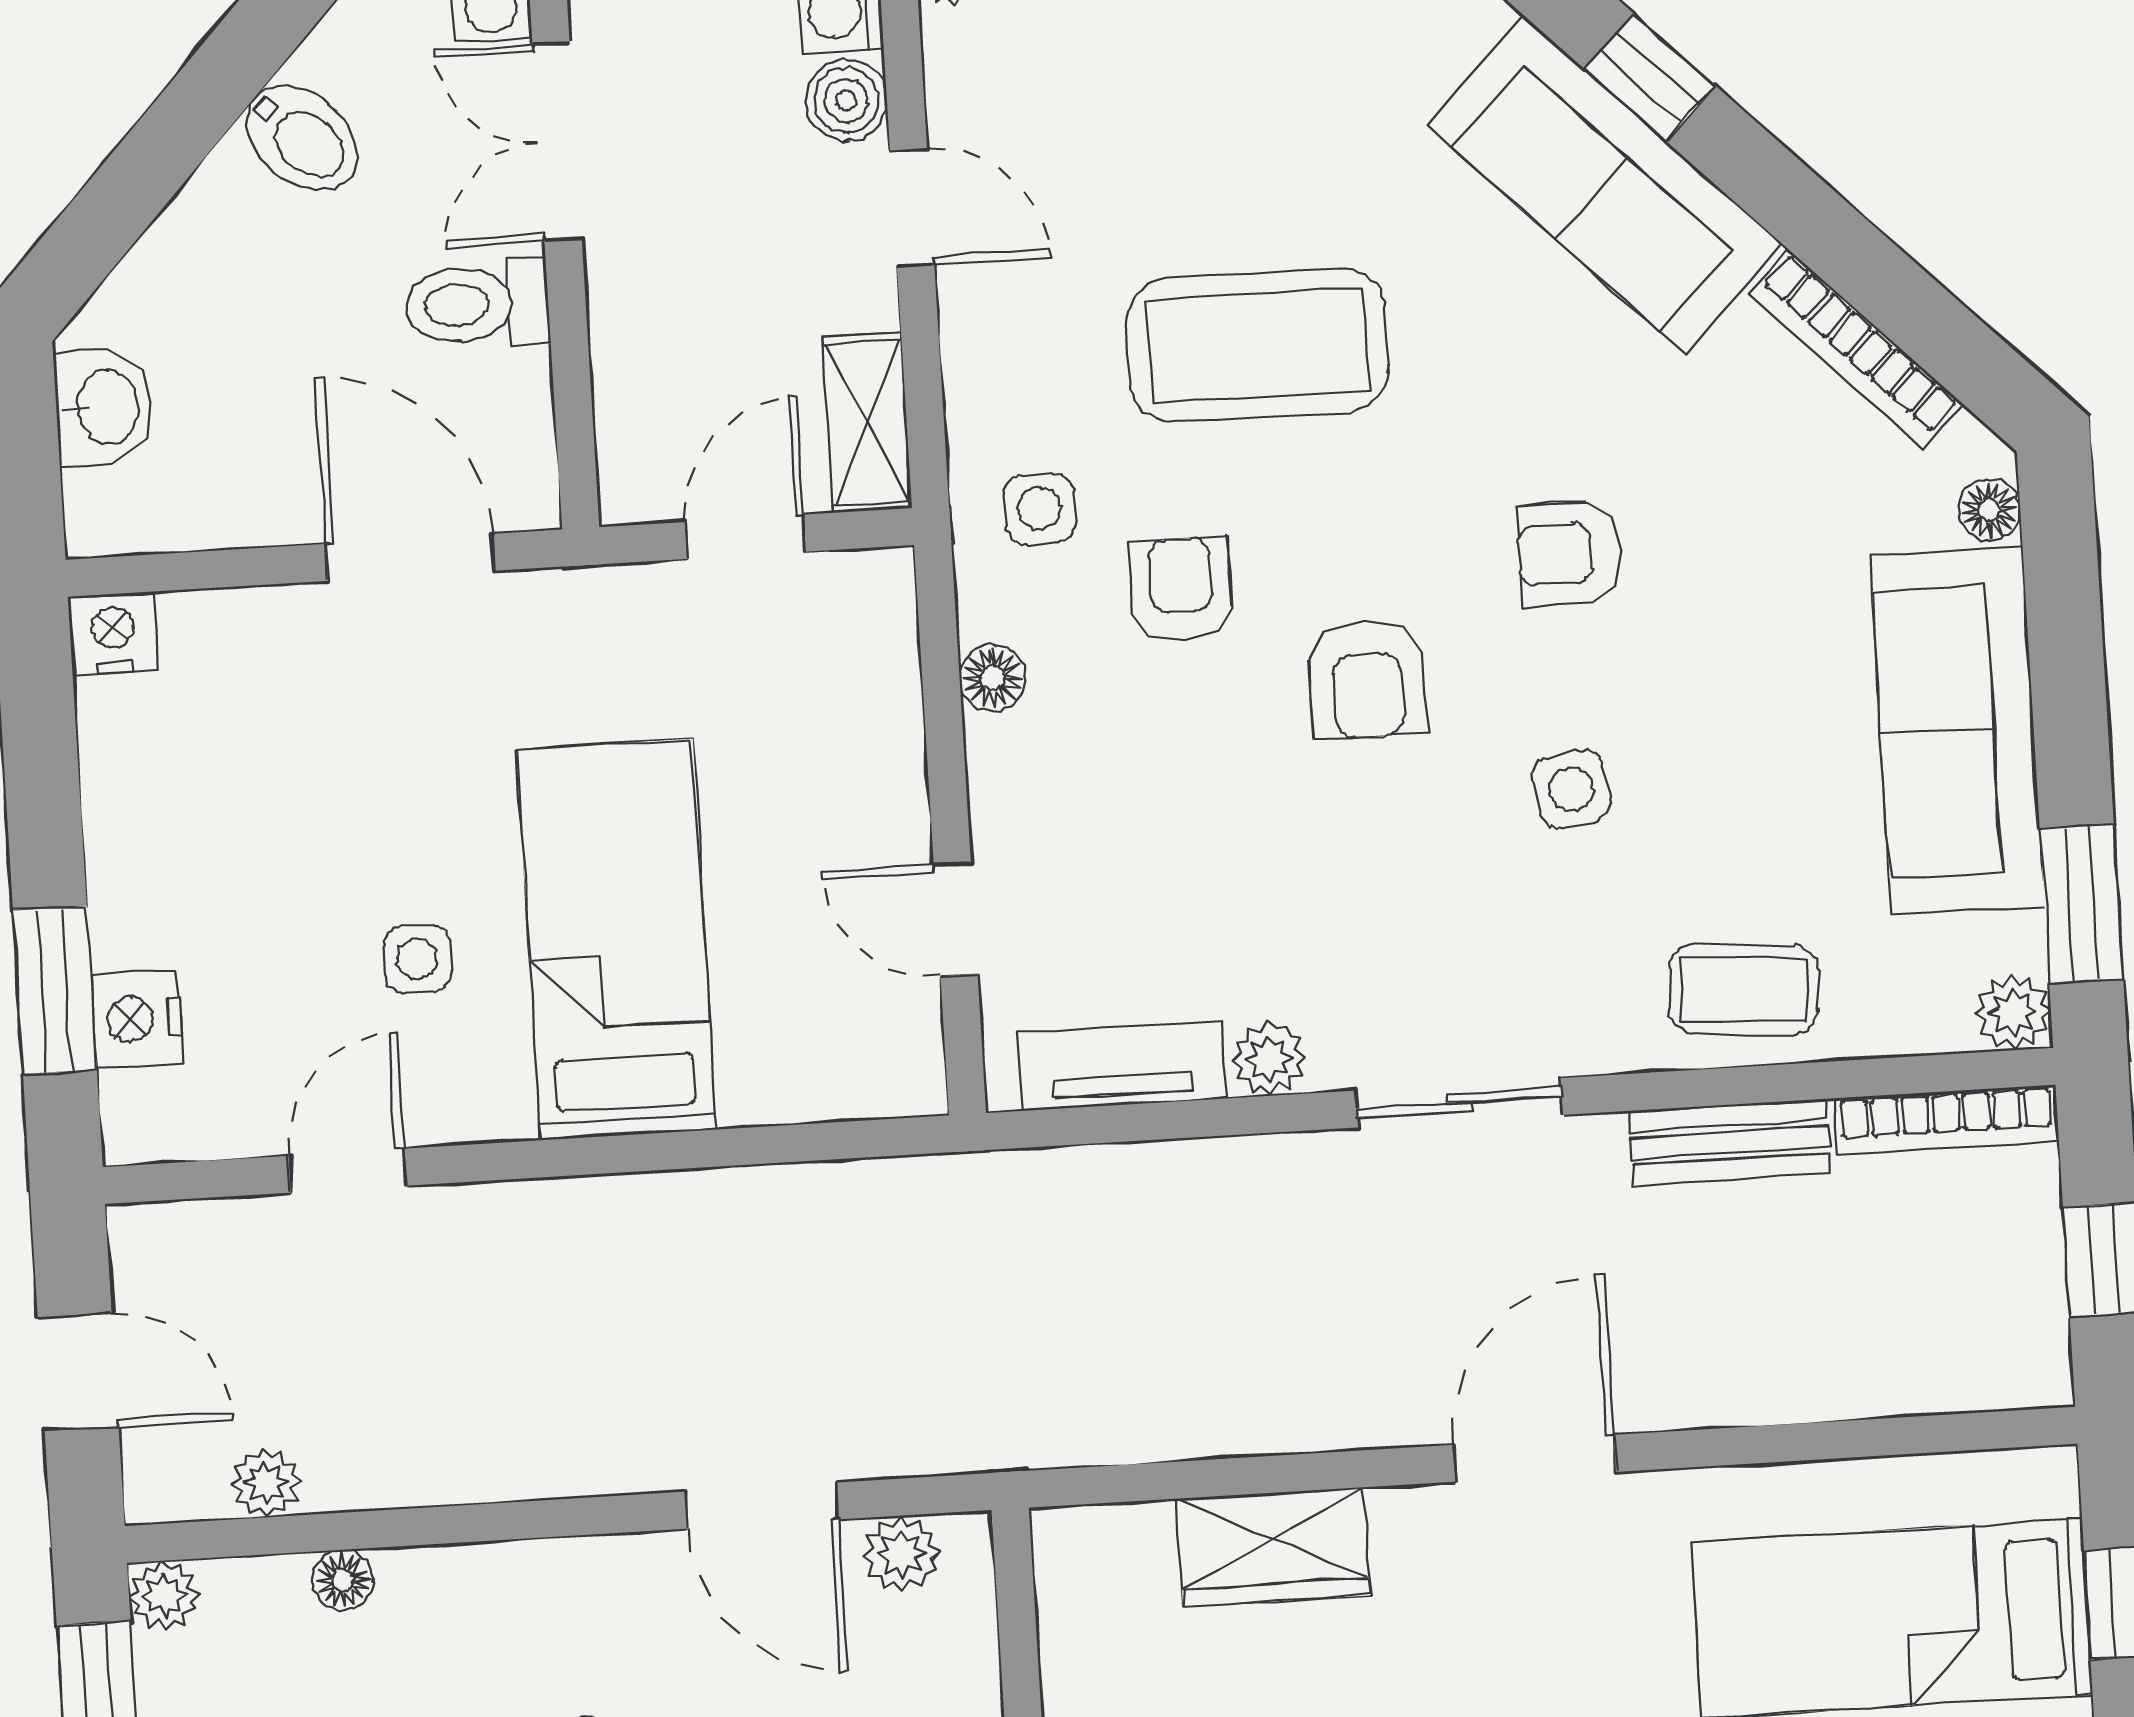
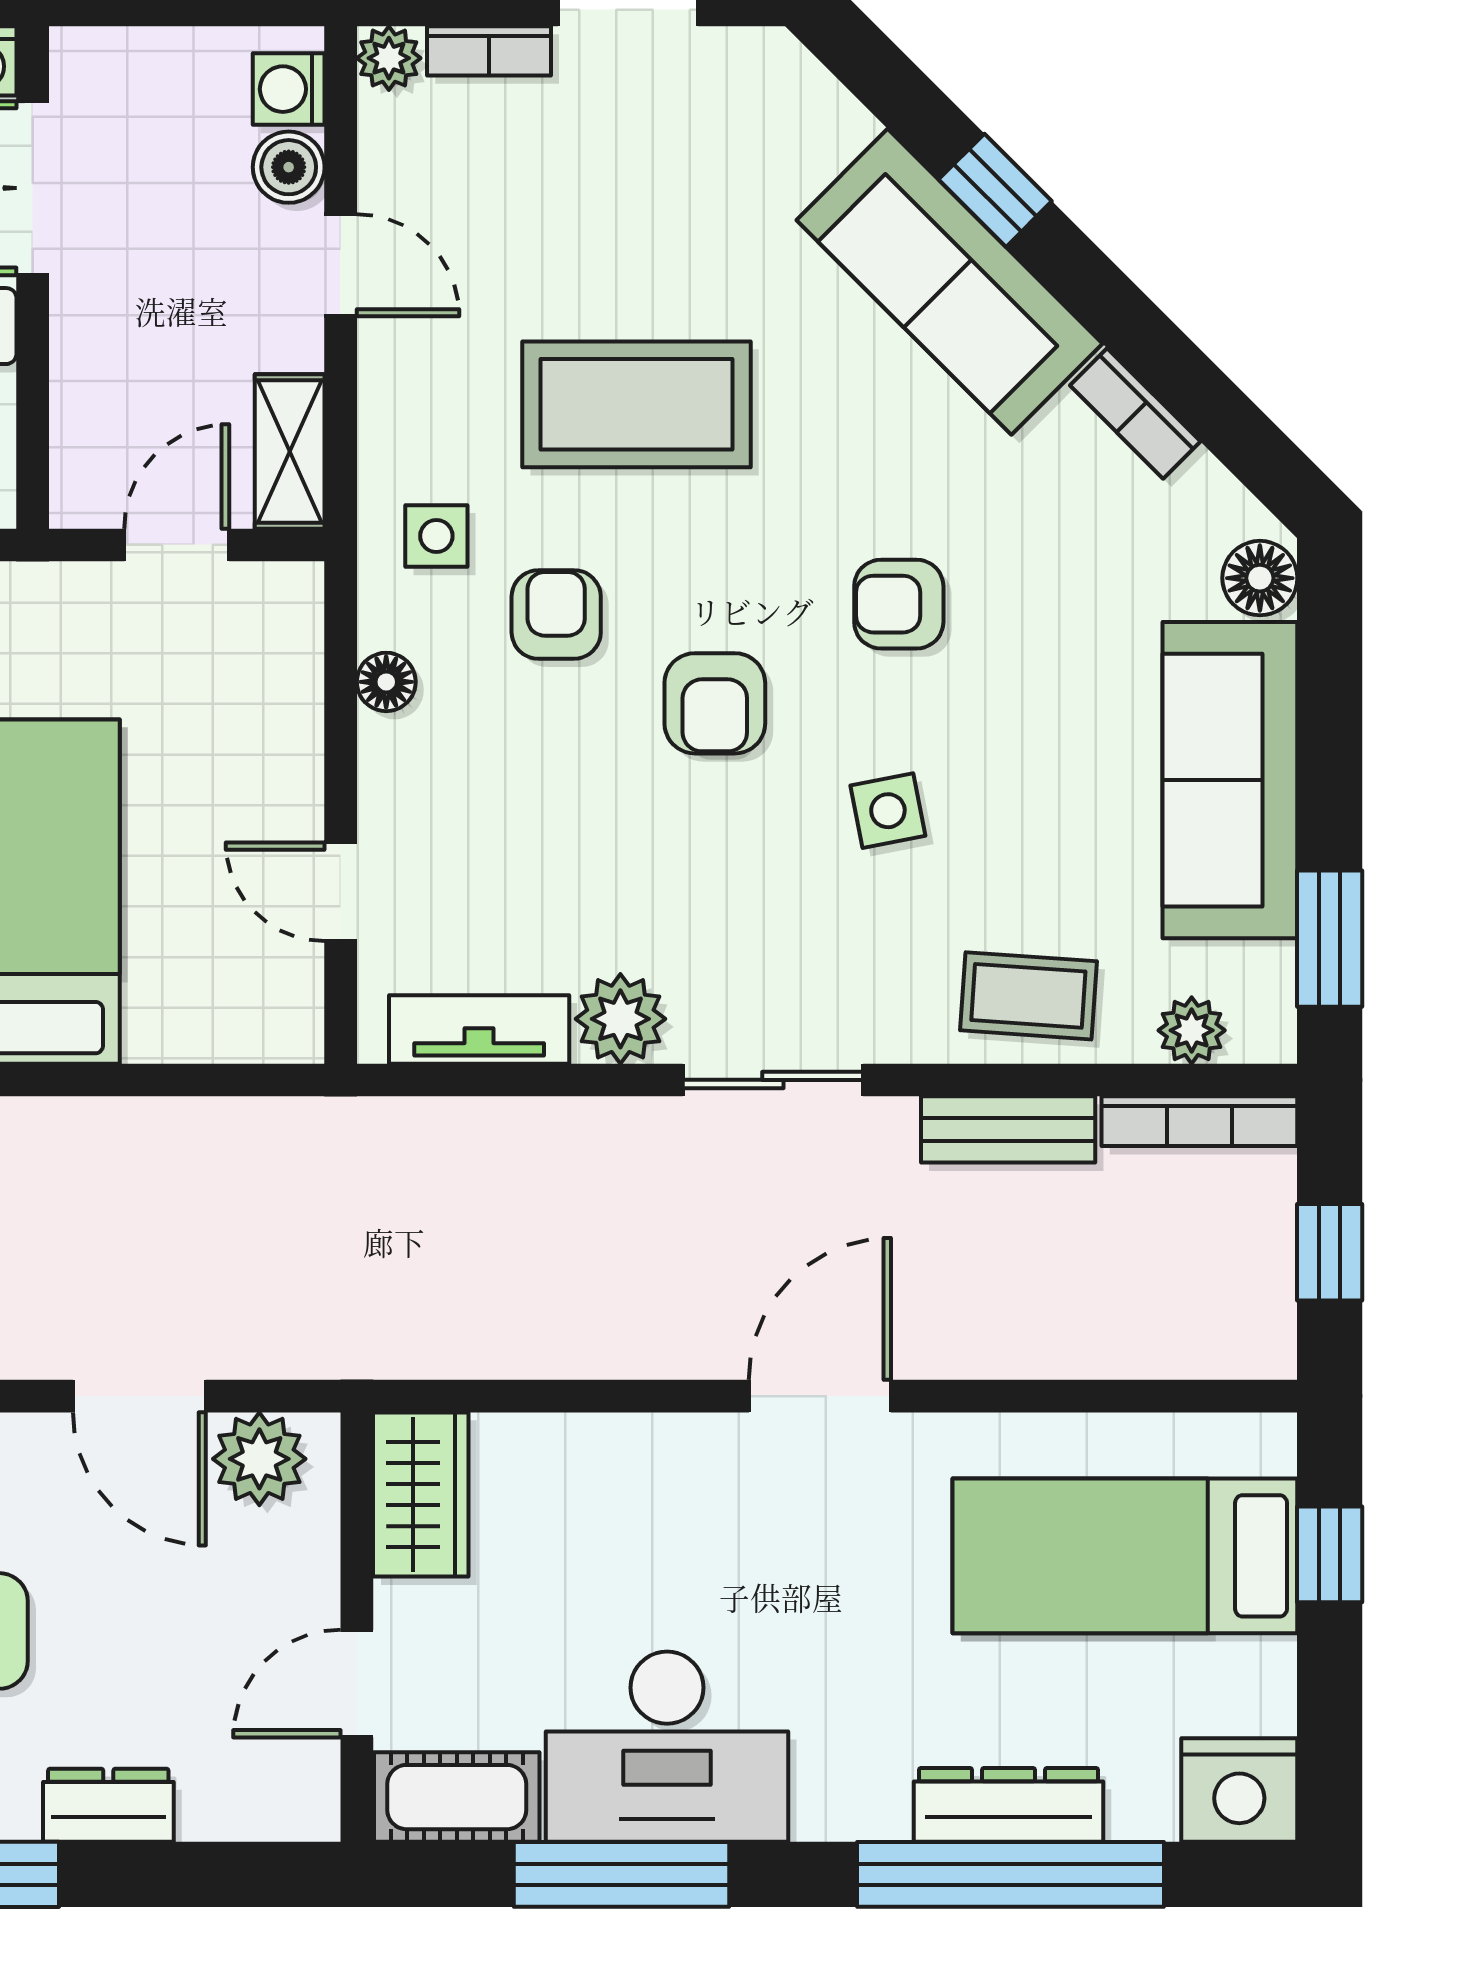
bookcase: (1856, 349) -> (1135, 413), width x0.64
floor lamp: (1989, 510) -> (1260, 578), width x1.37, depth x1.37
plant: (2013, 1012) -> (1192, 1030), moved
plant: (1269, 1059) -> (620, 1019), width x1.38, depth x1.38
wardrobe: (1273, 1547) -> (421, 1495), moved, turned -90
plant: (902, 1554) -> (259, 1459), width x1.38, depth x1.38

